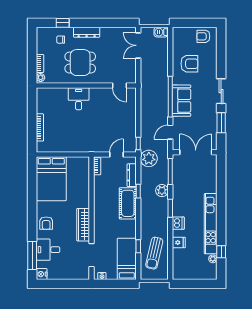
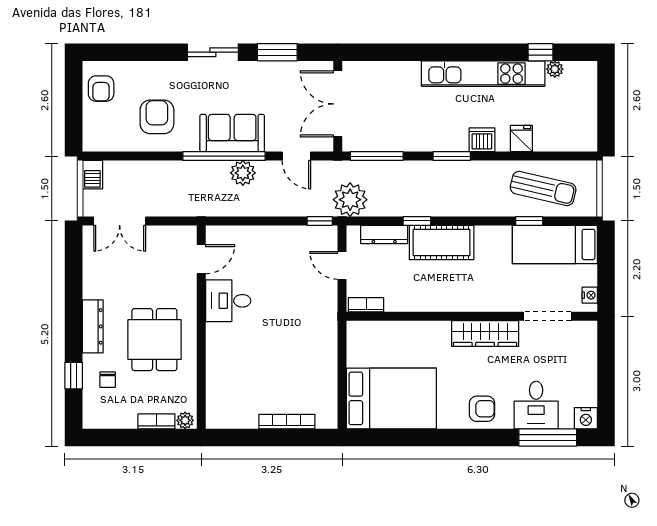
desk: (79, 99) -> (228, 301), moved
plant: (162, 191) -> (243, 173), moved

